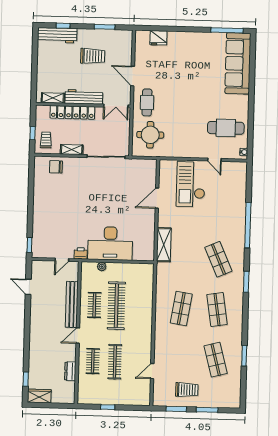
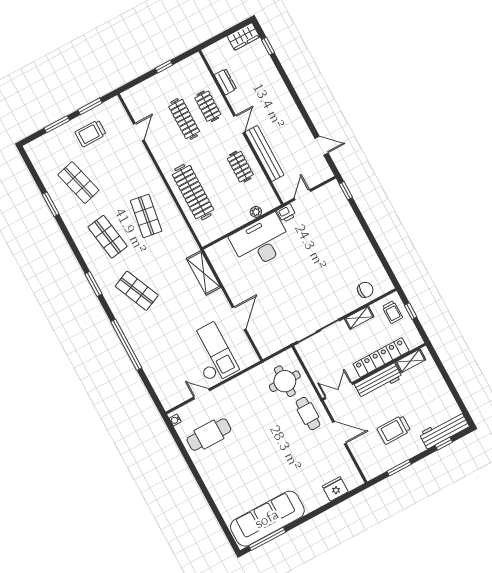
sofa: (238, 63) -> (267, 519), moved, turned -90
clothes rail: (116, 306) -> (193, 192), moved

